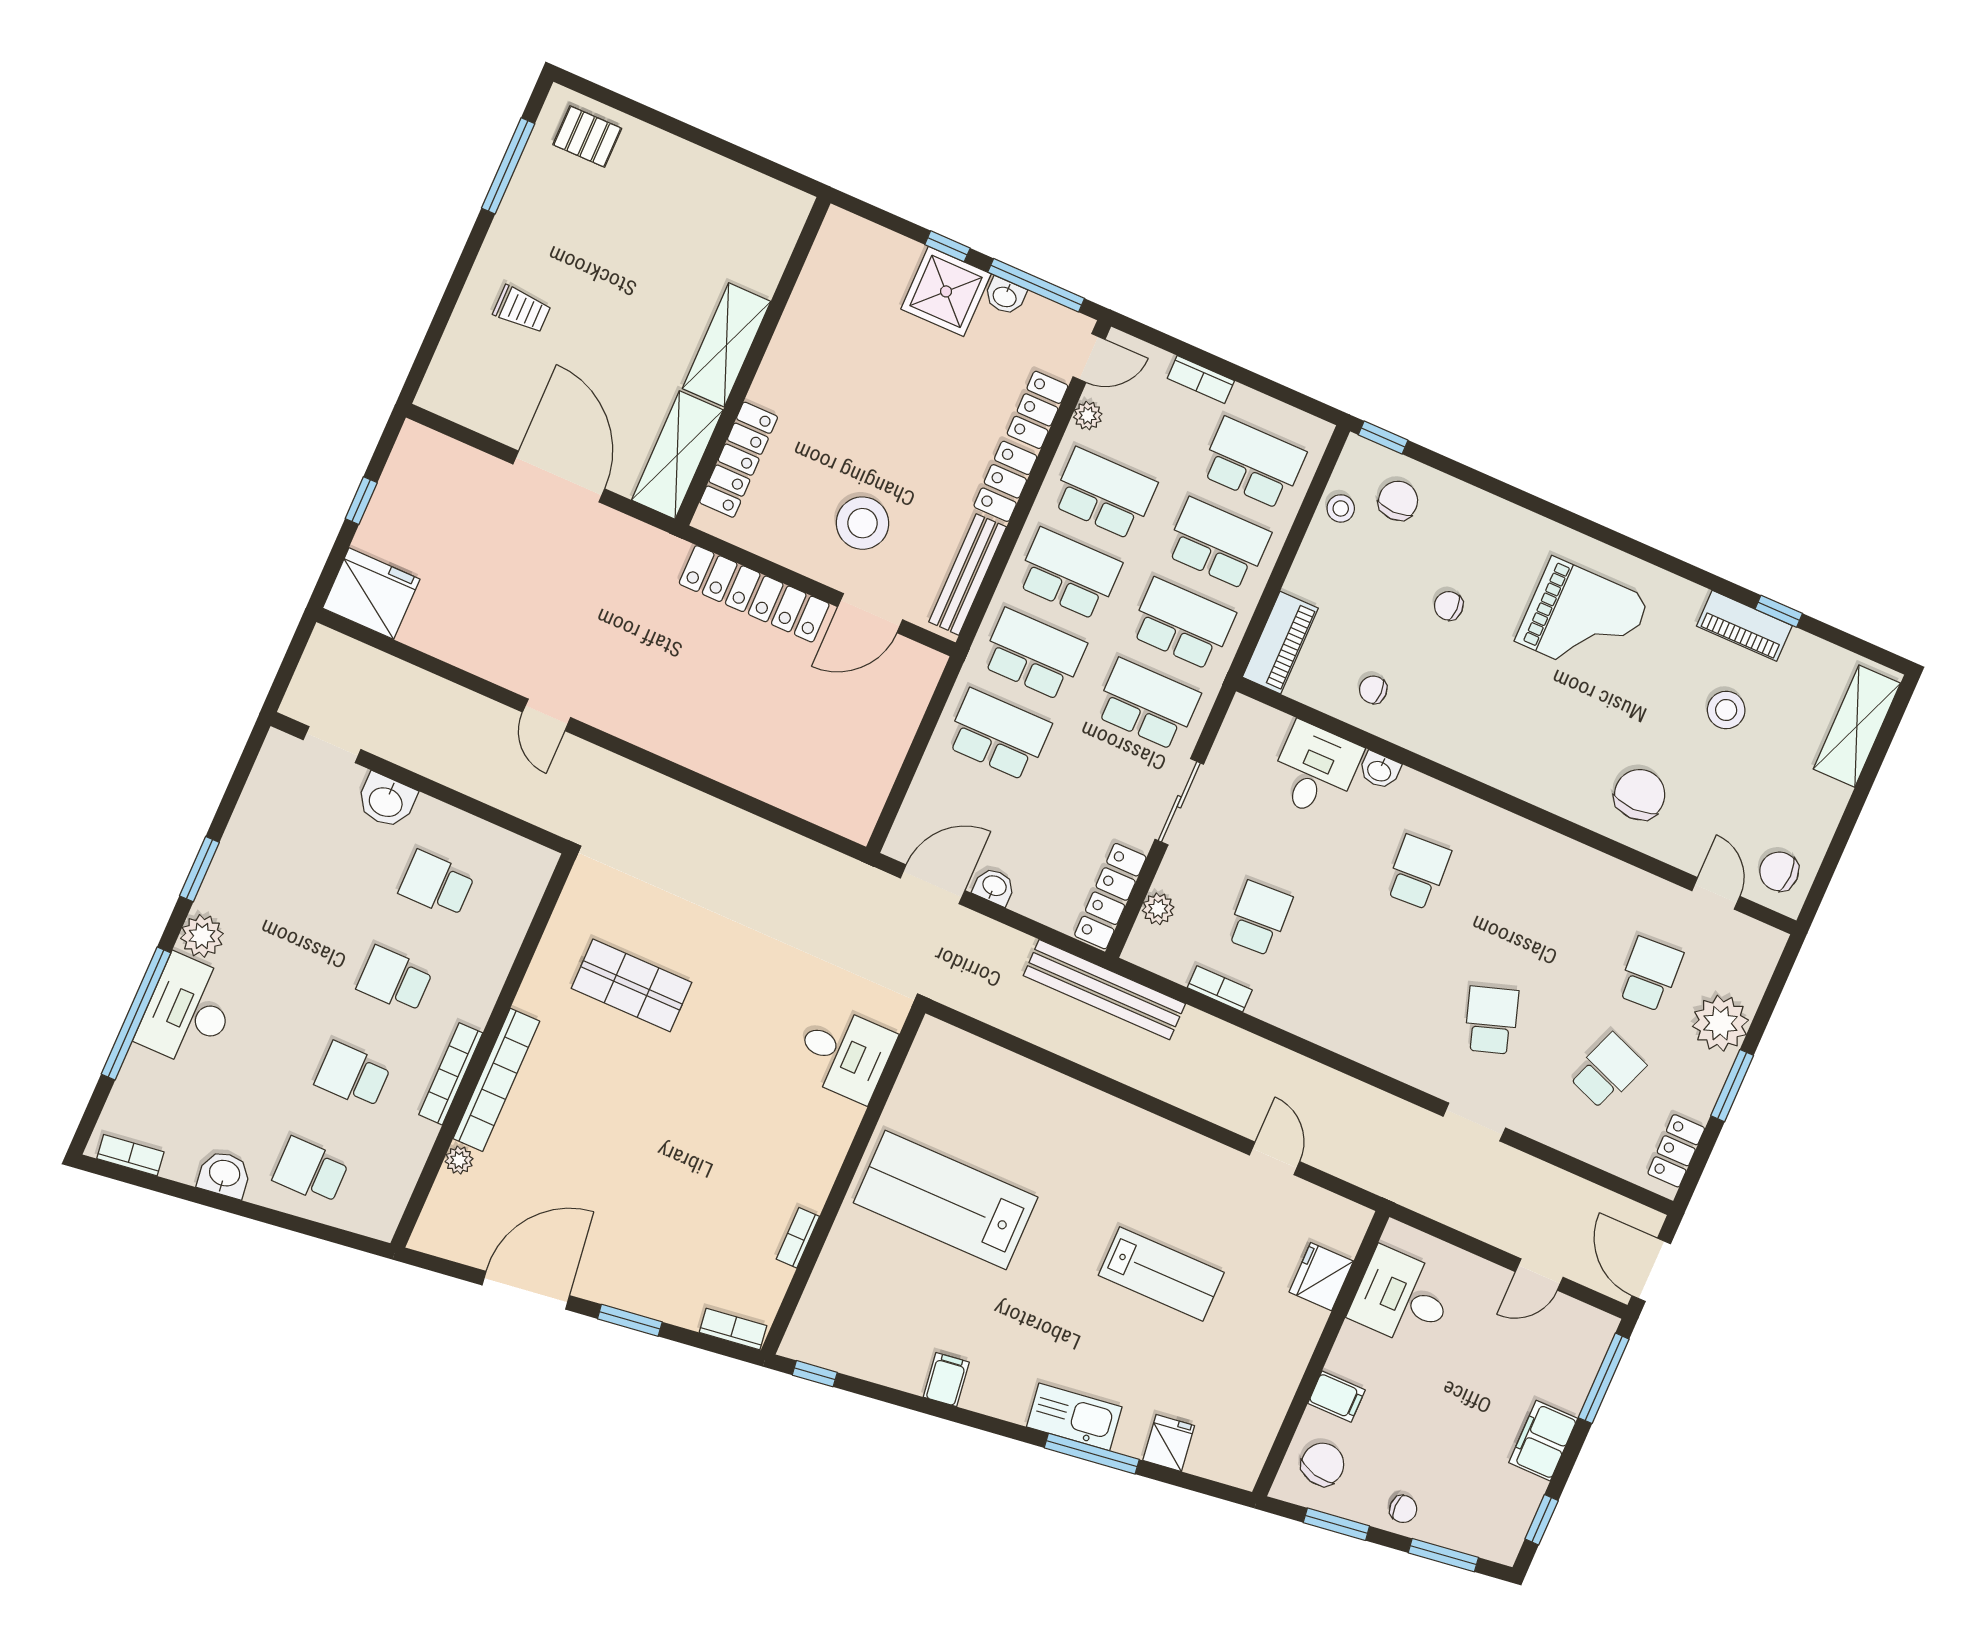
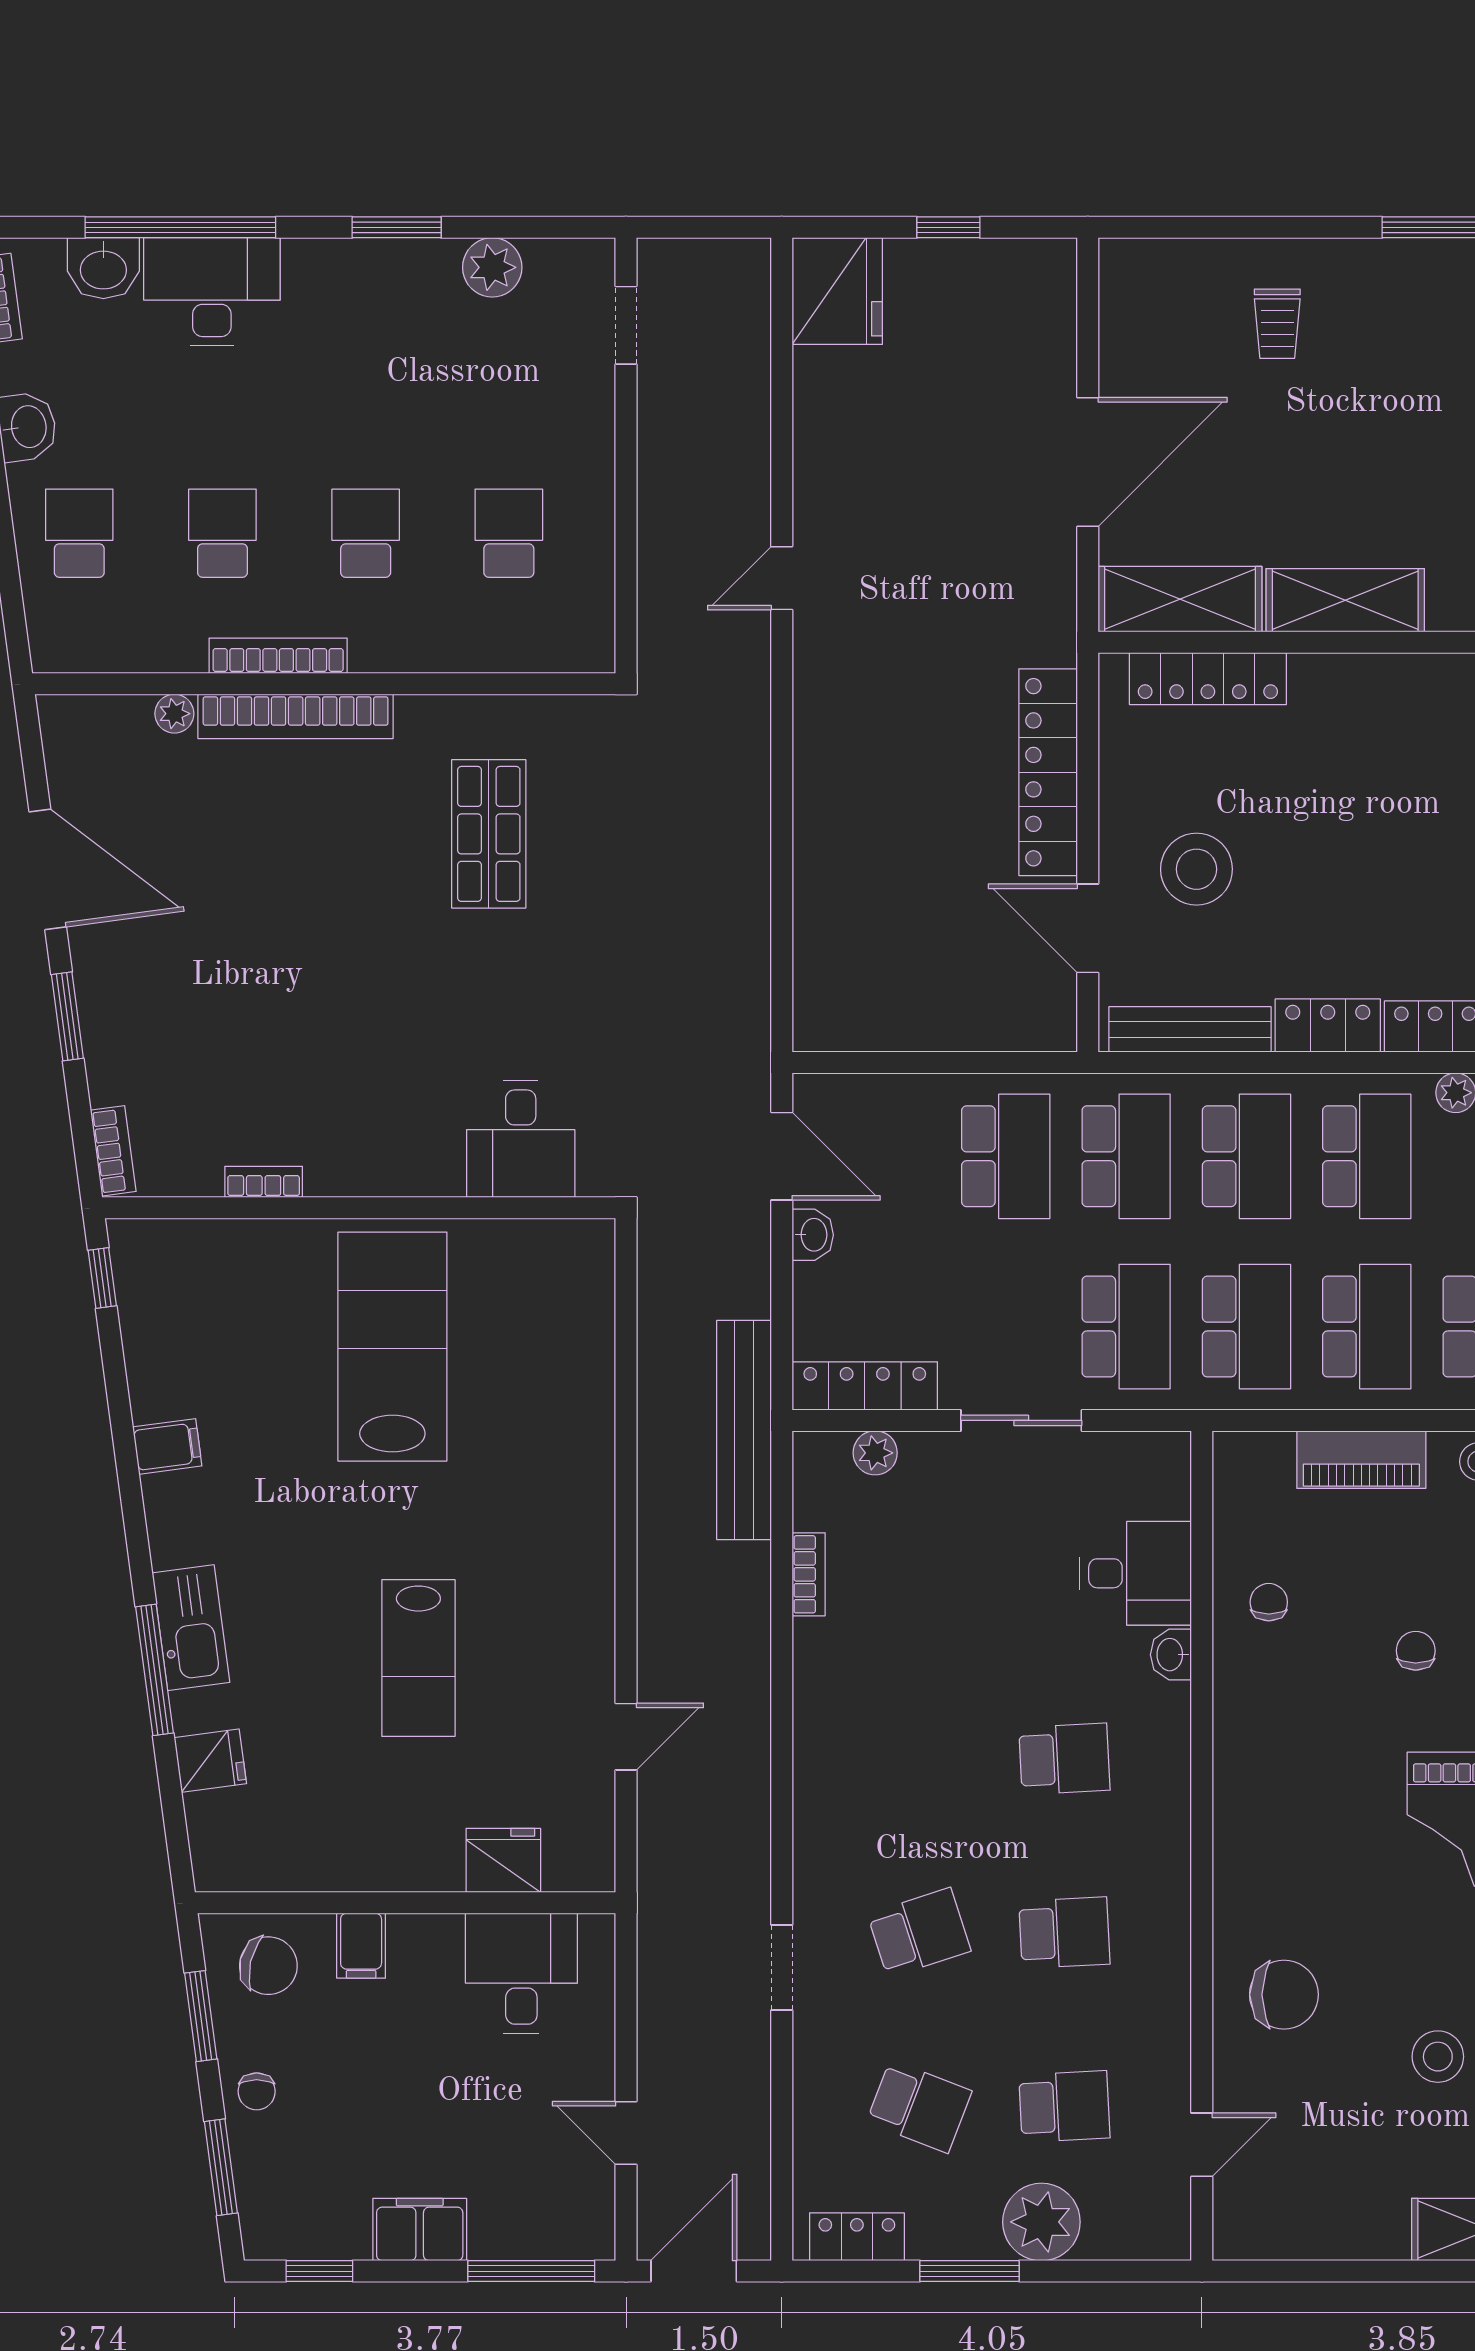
piano: (1280, 643) -> (1361, 1460), moved
washbasin: (386, 801) -> (103, 268), moved, turned -90
chair: (1779, 871) -> (1264, 2212), removed
school desk: (1259, 918) -> (1064, 1933), moved
plant: (202, 936) -> (492, 267), moved

